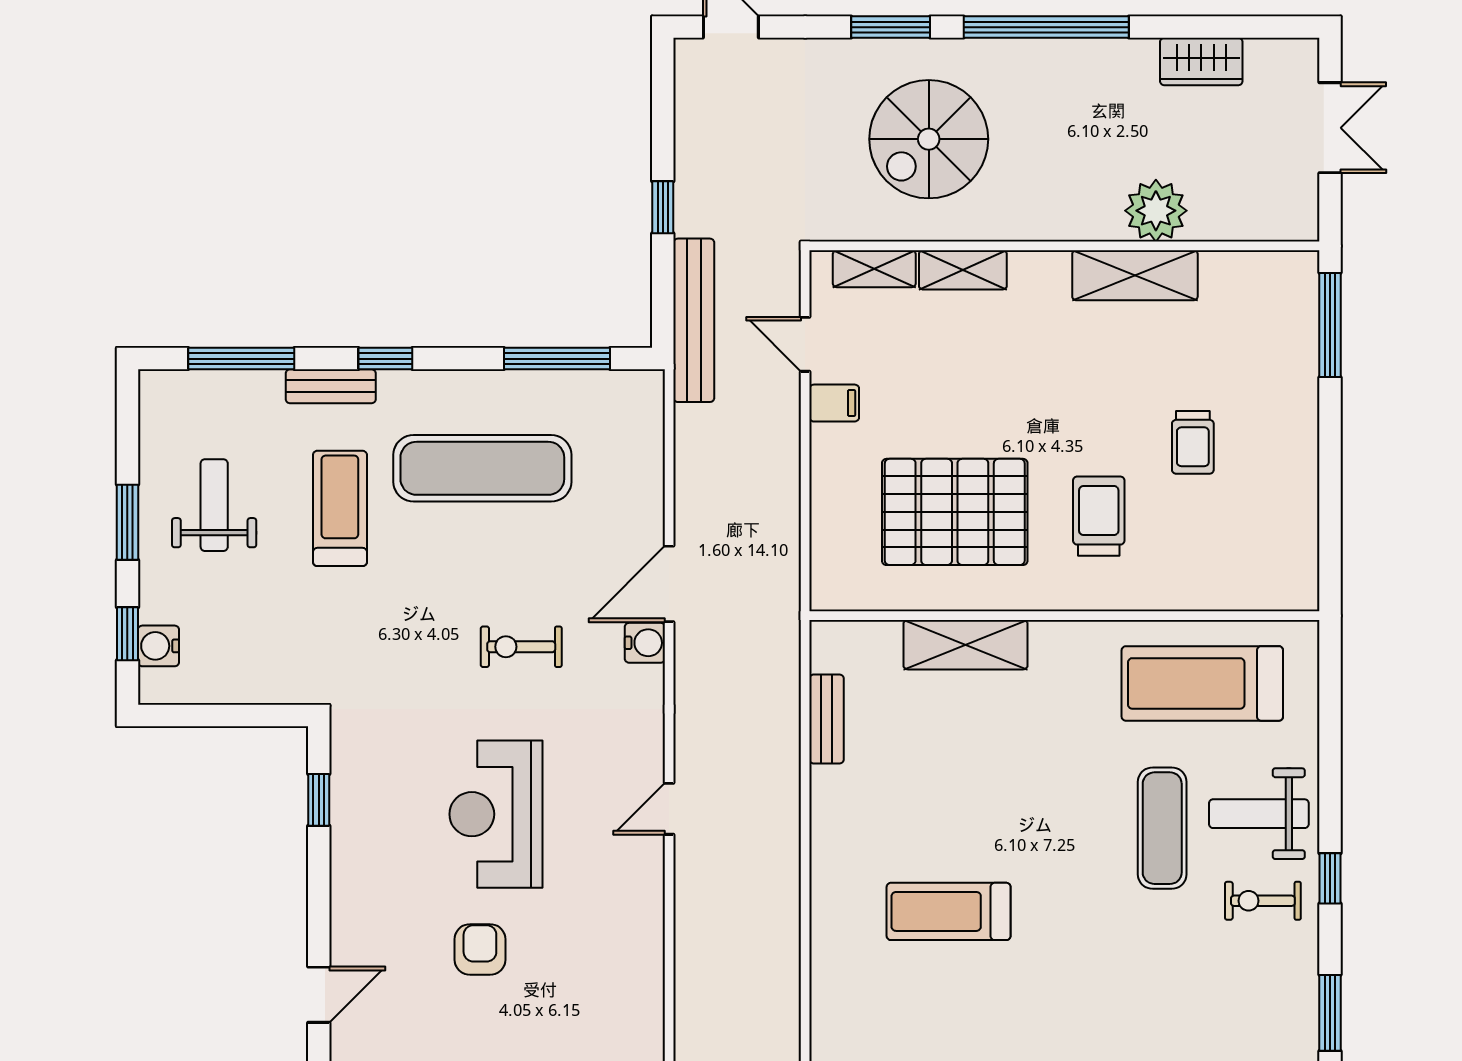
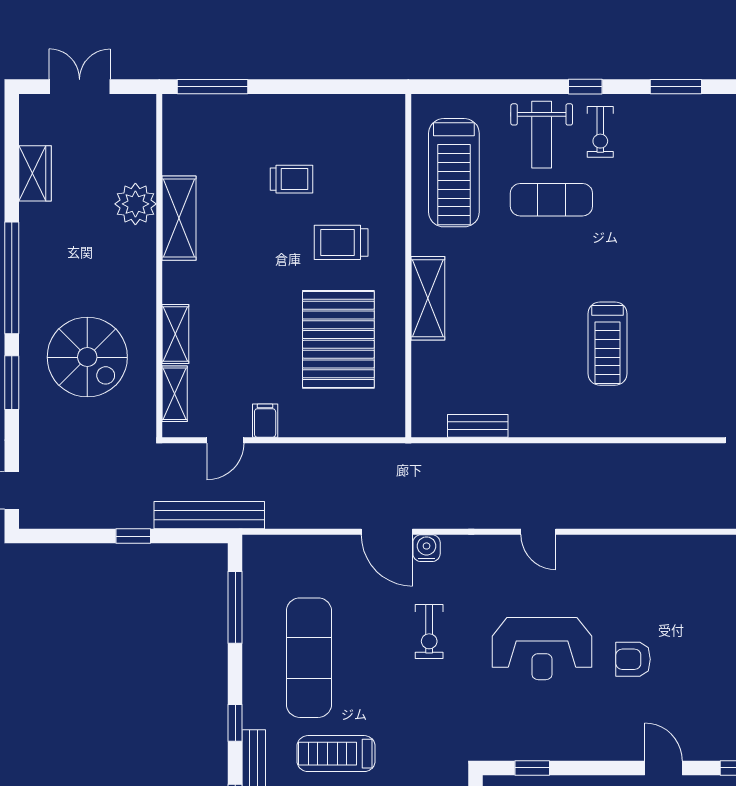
shelving: (966, 645) -> (428, 298), moved

